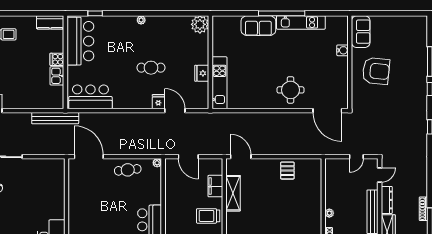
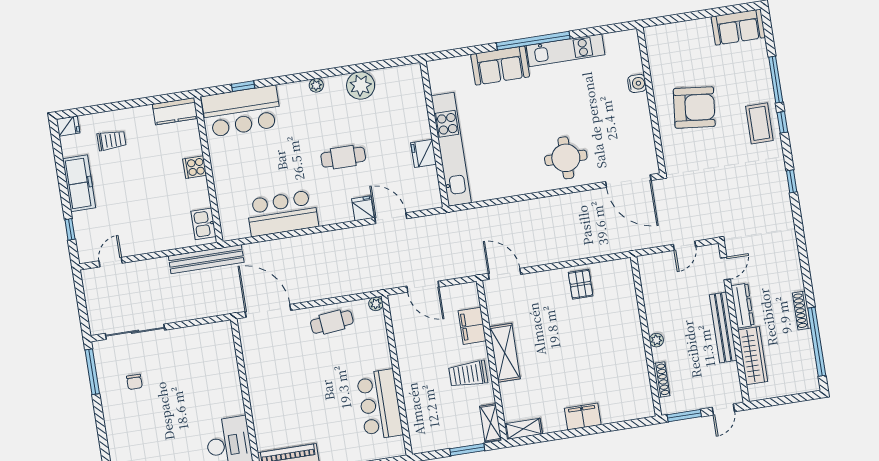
plant: (200, 24) -> (361, 85), moved
sofa: (361, 32) -> (738, 27), moved, turned 90
bar counter: (80, 41) -> (242, 111), moved, turned 90
kitchen sink: (57, 76) -> (204, 224), moved
kitchen unit: (219, 83) -> (451, 149), width x1.36
coffee table: (415, 87) -> (759, 123), added
bar counter: (90, 97) -> (282, 213), moved
shelving: (233, 193) -> (505, 353), moved

